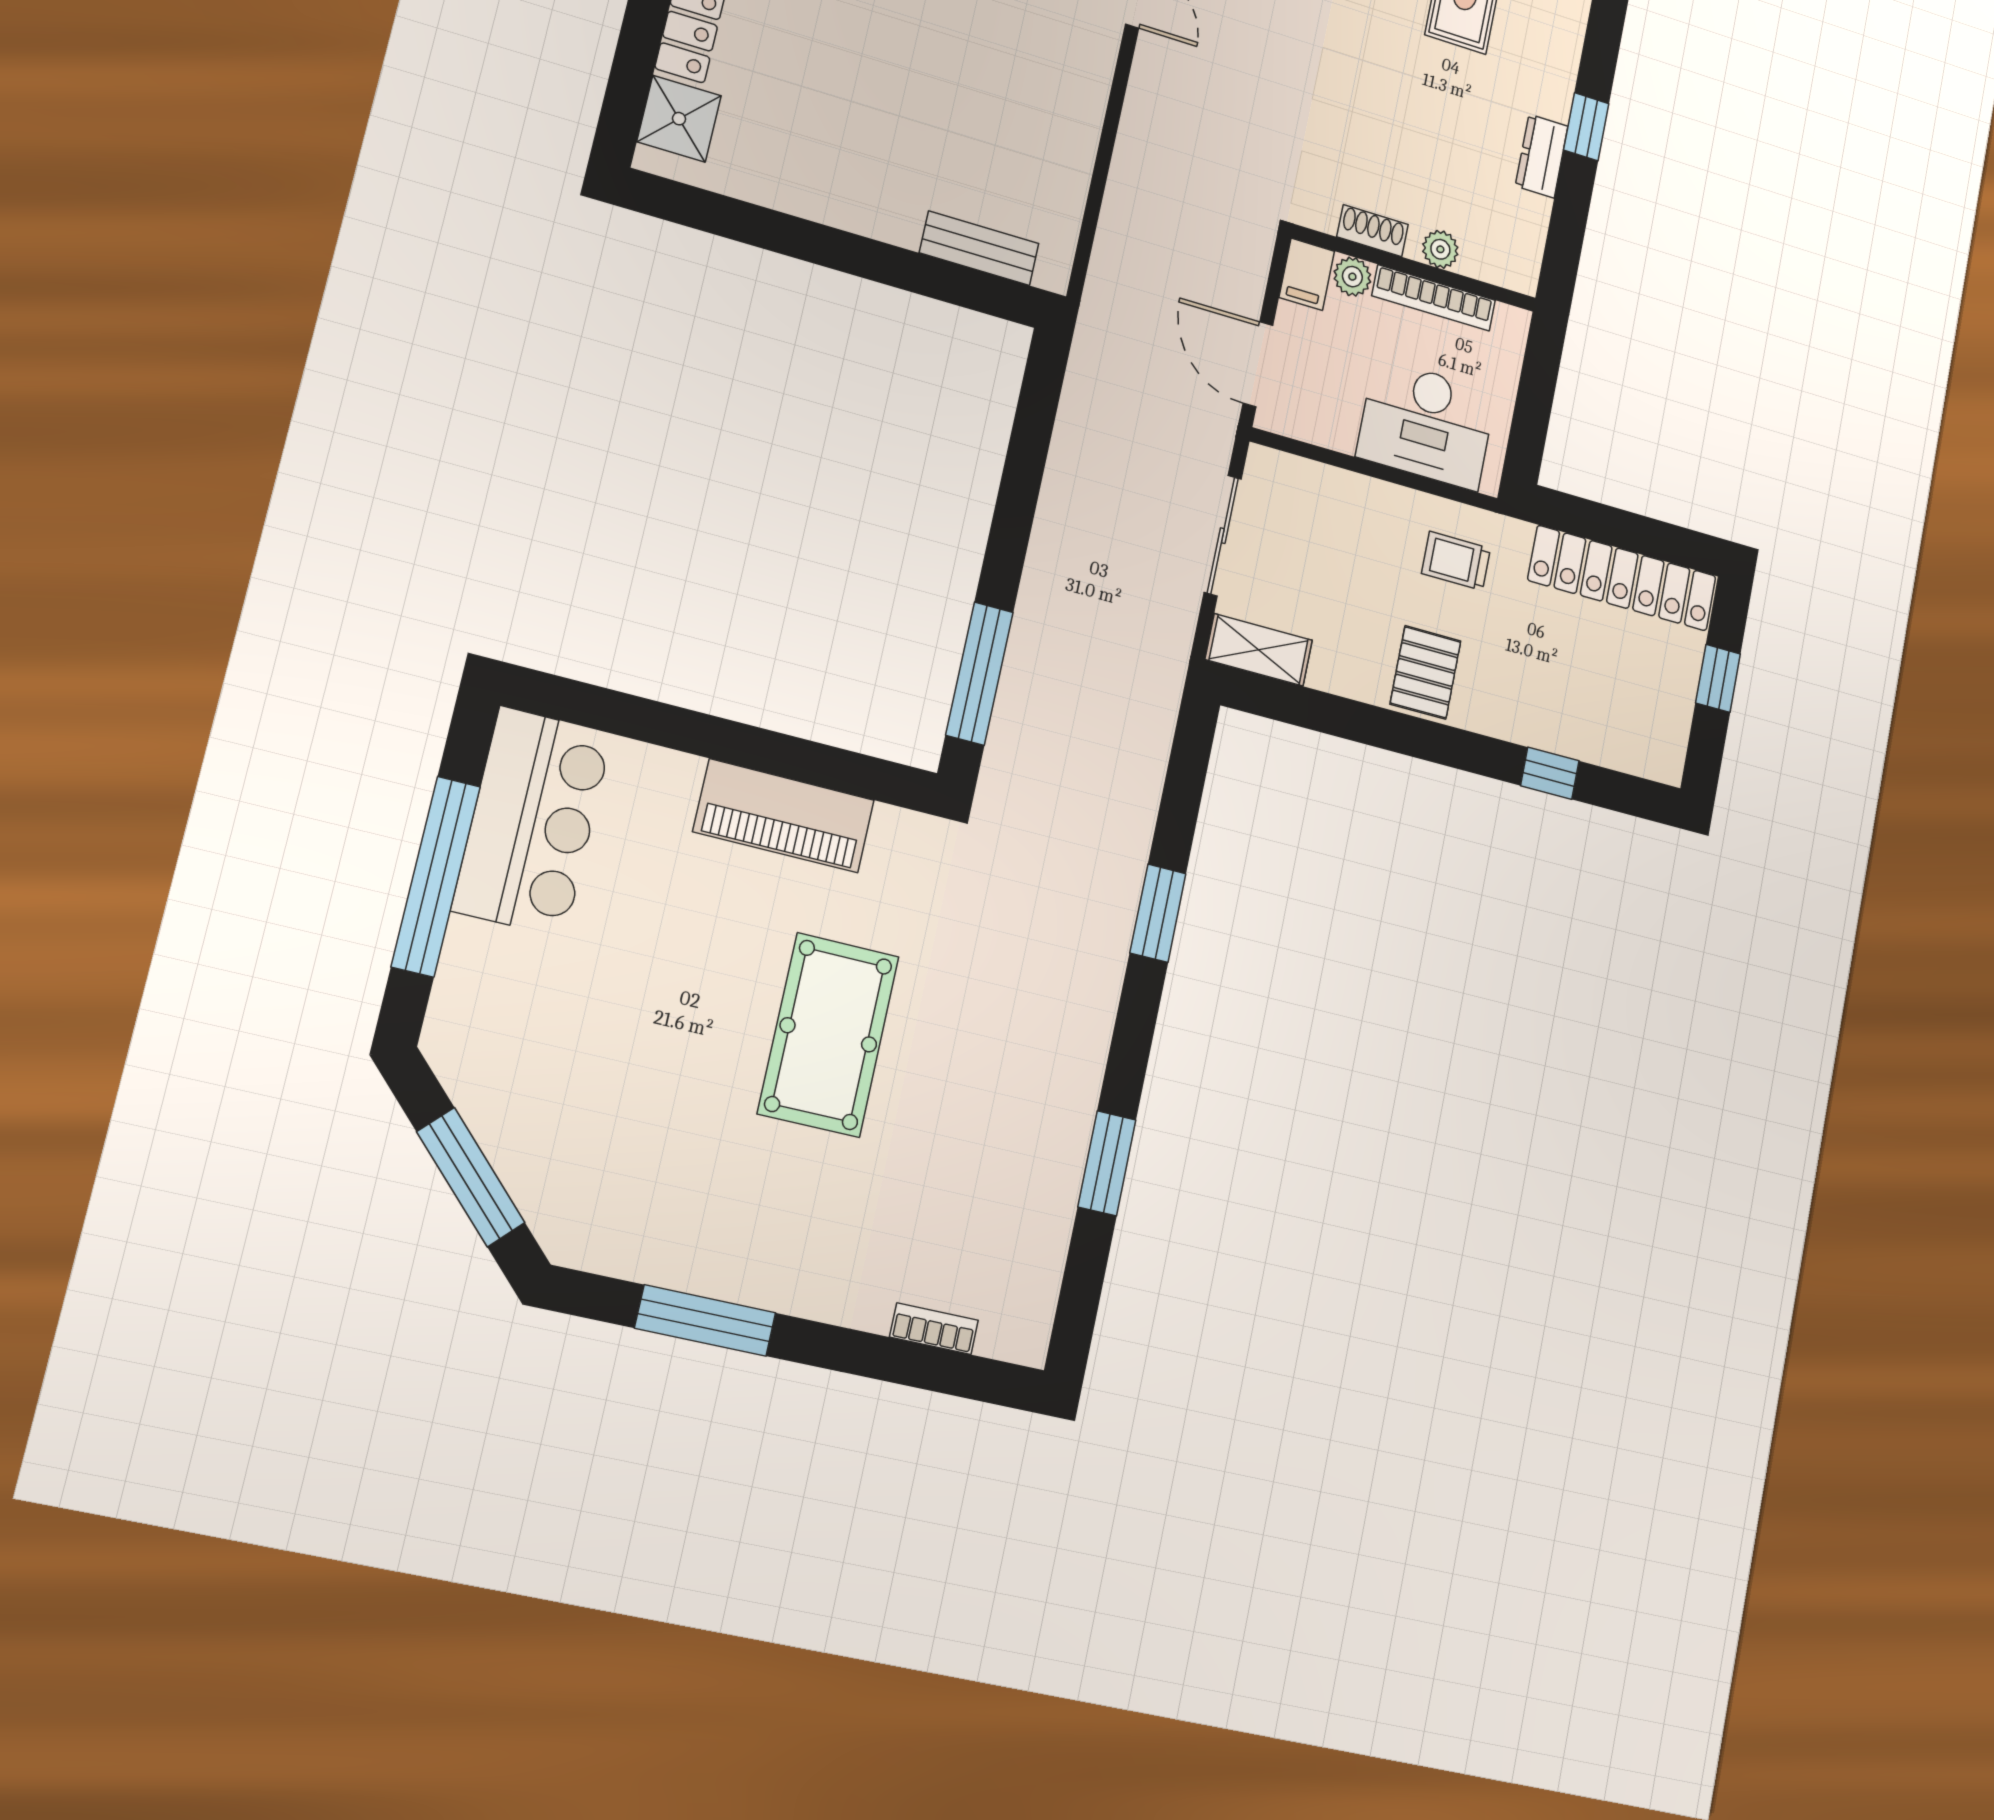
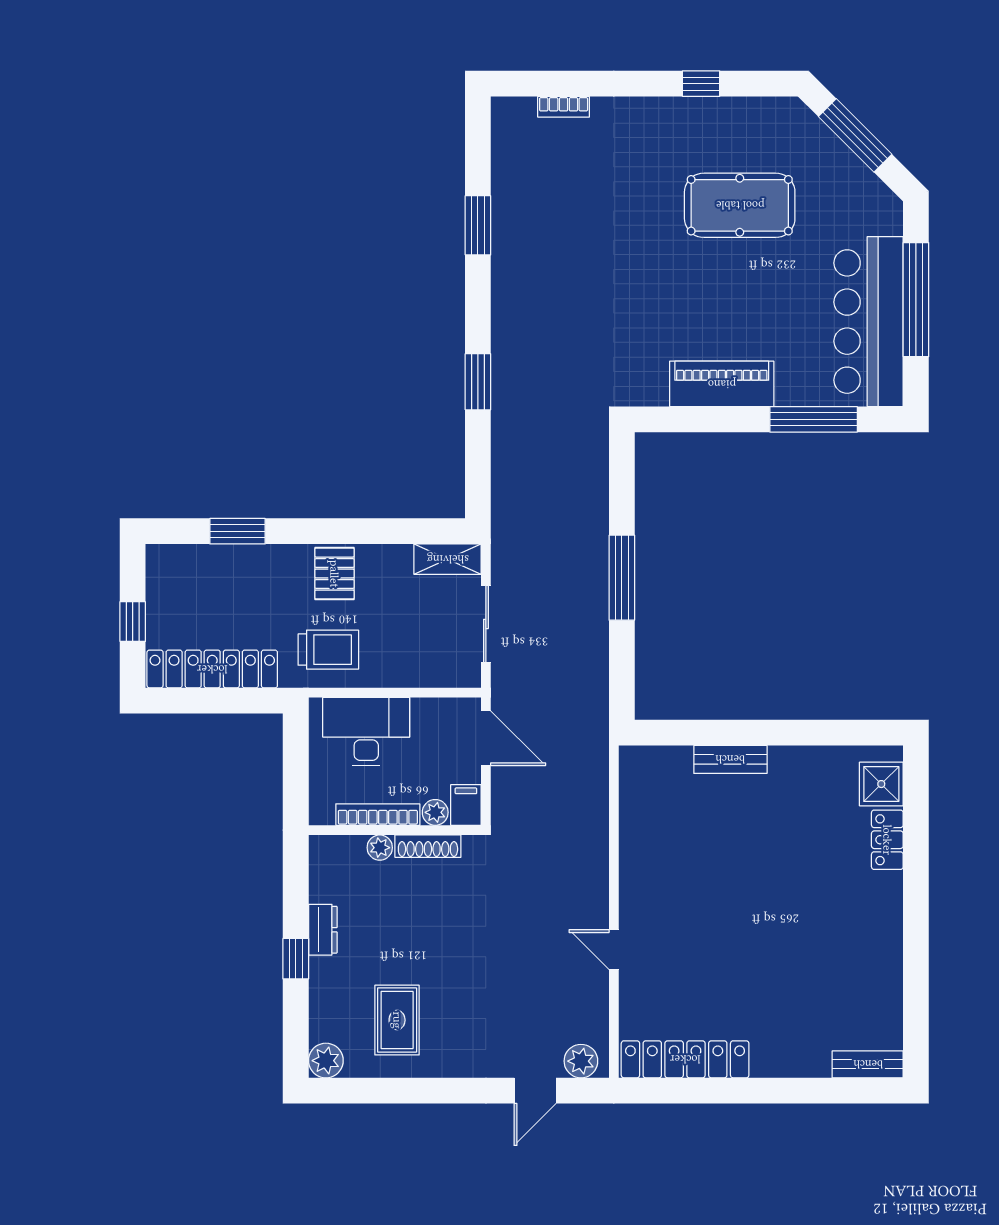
shoe rack: (1373, 231) -> (428, 846), width x1.43
bench: (979, 248) -> (730, 759), moved
trolley: (1456, 561) -> (328, 650), width x1.36, depth x1.39
window: (979, 674) -> (622, 578), moved
window: (651, 722) -> (814, 419), added
window: (1550, 773) -> (238, 531), width x1.50
bar counter: (532, 822) -> (869, 322), width x1.36
pool table: (828, 1035) -> (740, 205), moved, turned 90
window: (705, 1320) -> (701, 84), width x0.46

